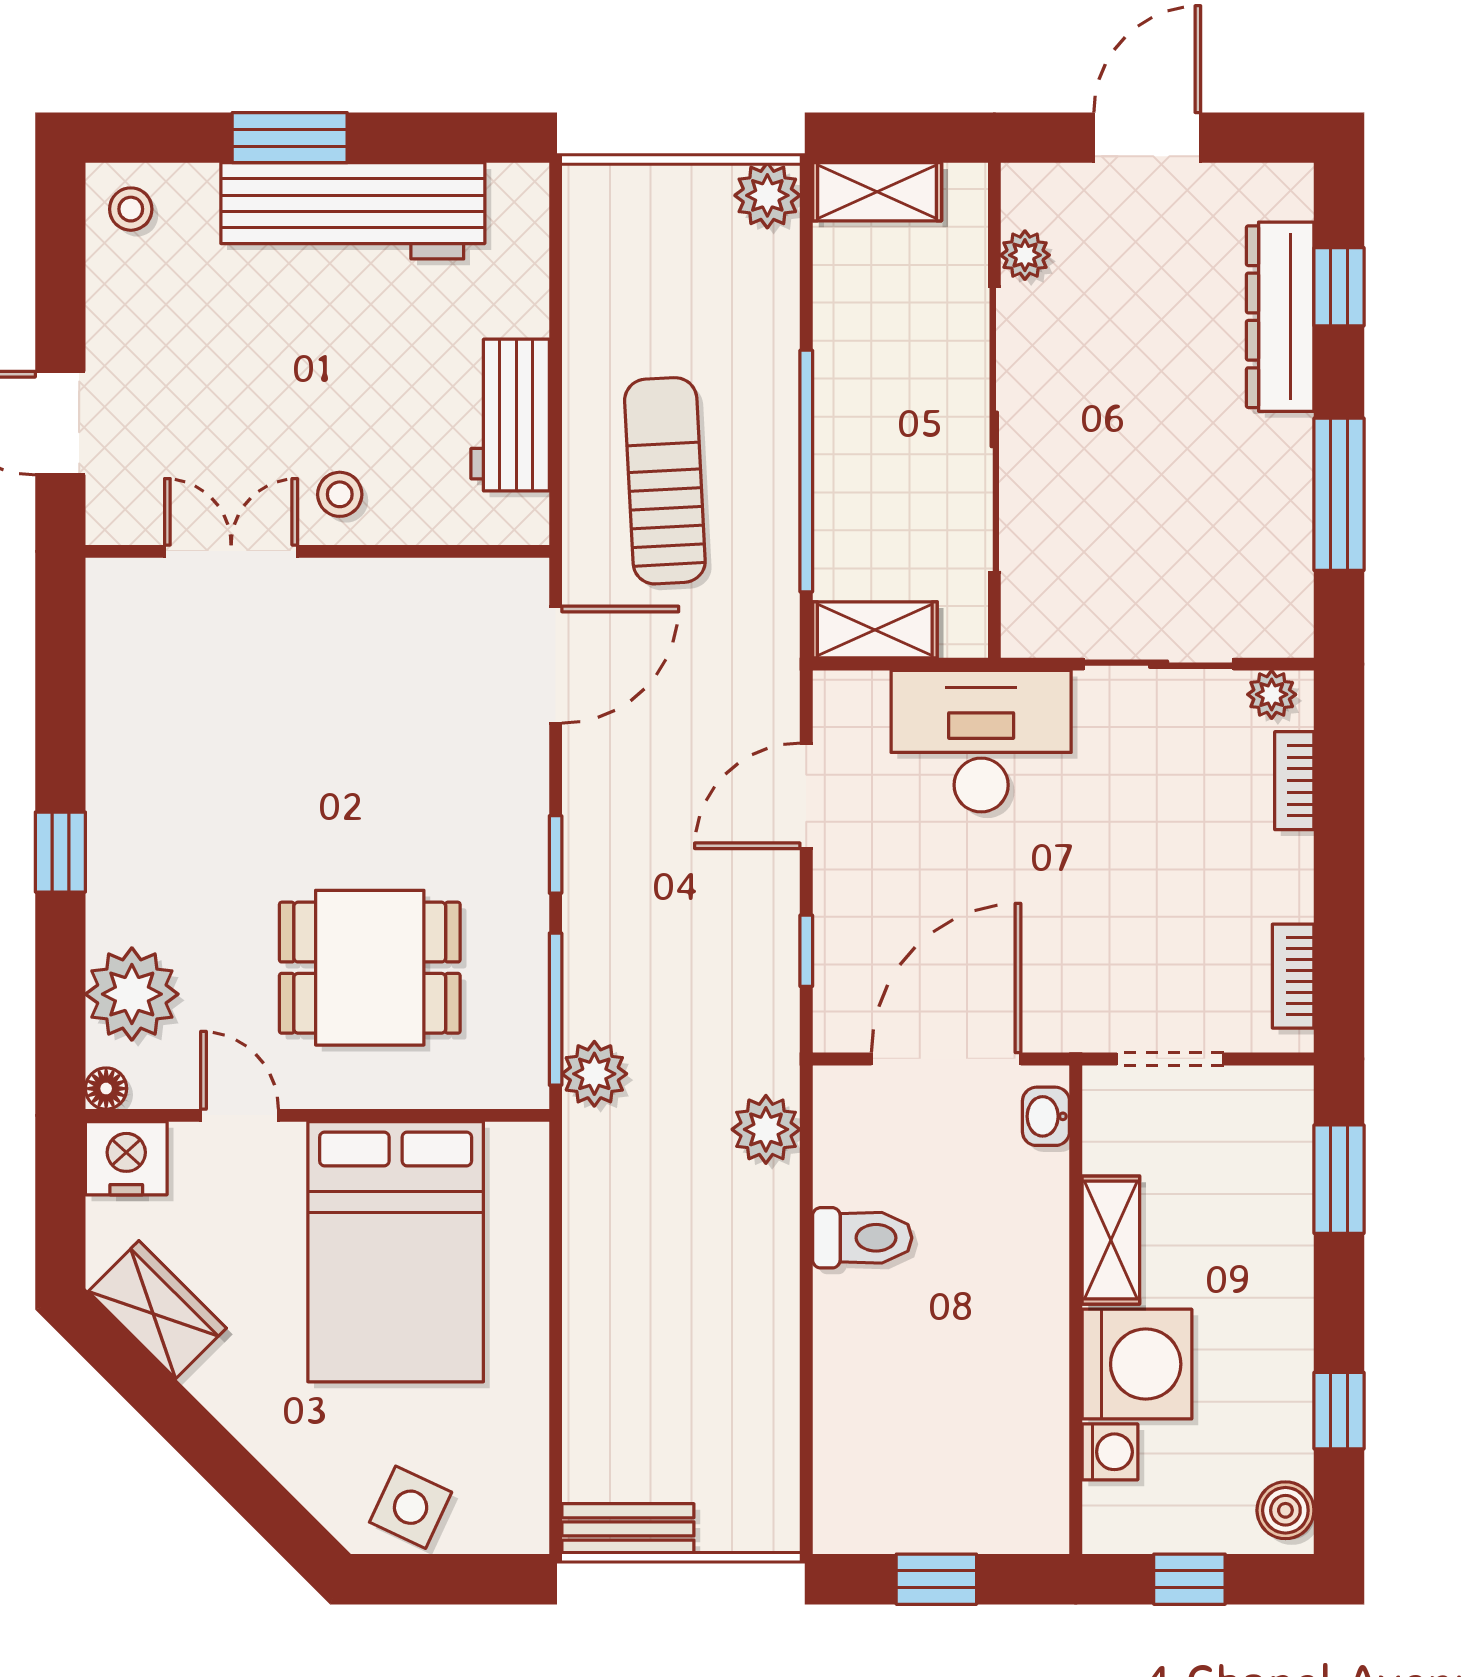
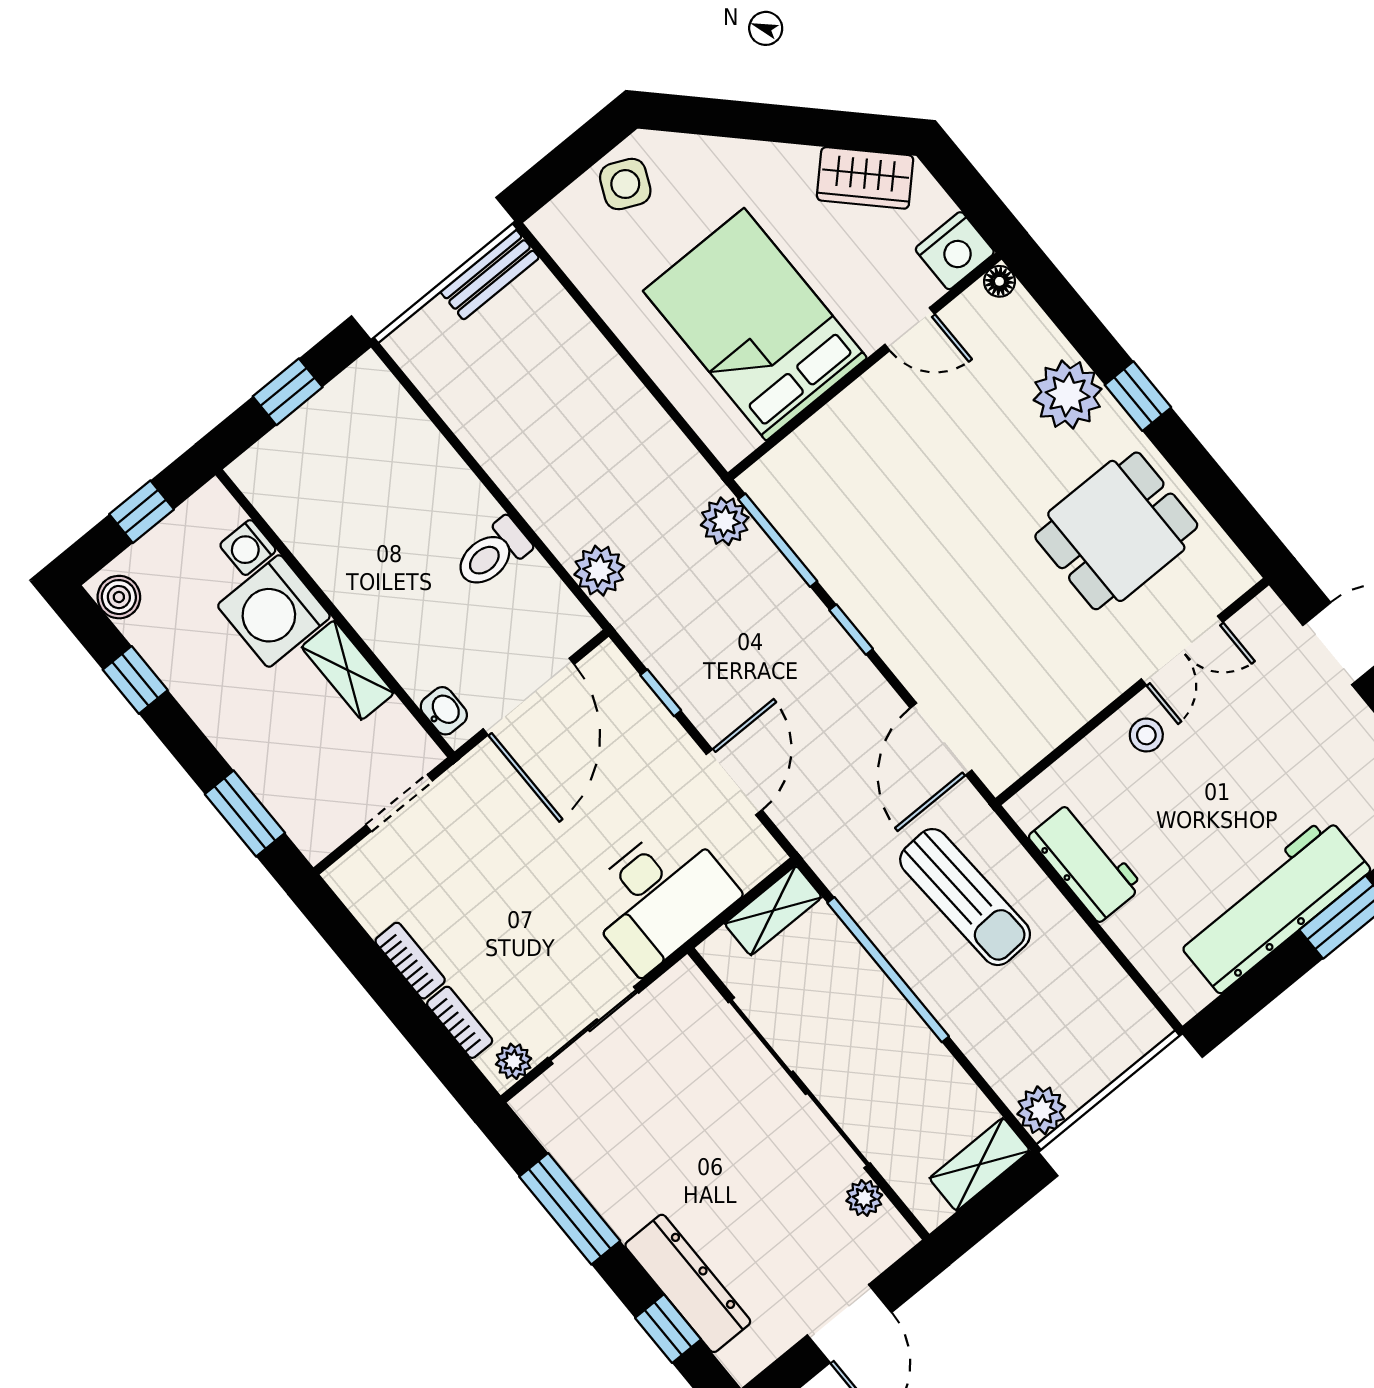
dining table: (370, 968) -> (1116, 531), moved
bookcase: (1293, 976) -> (410, 961), moved
plant: (132, 994) -> (1068, 395), moved

